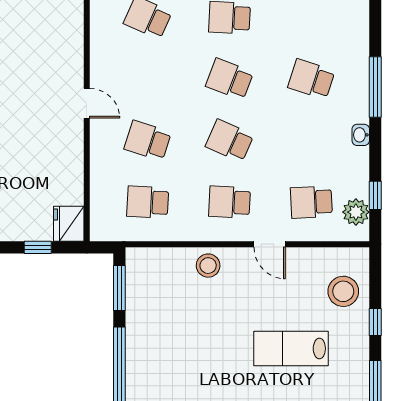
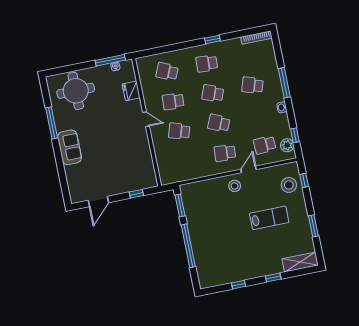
school desk: (148, 202) -> (173, 101), moved
fridge: (69, 224) -> (131, 91), moved
door: (270, 244) -> (249, 169), swing flipped
stool: (208, 266) -> (235, 186), moved
window: (375, 322) -> (304, 180), moved
lab bench: (291, 349) -> (269, 218), turned 180

